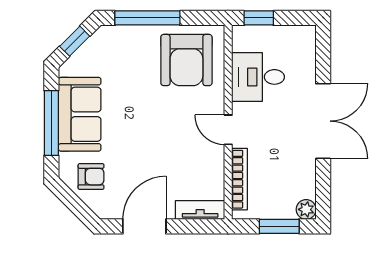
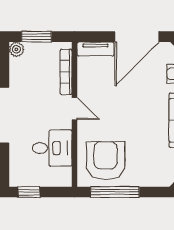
window: (147, 18) -> (115, 192), moved
window: (259, 18) -> (29, 192), moved
door: (144, 226) -> (137, 37), width x1.36

